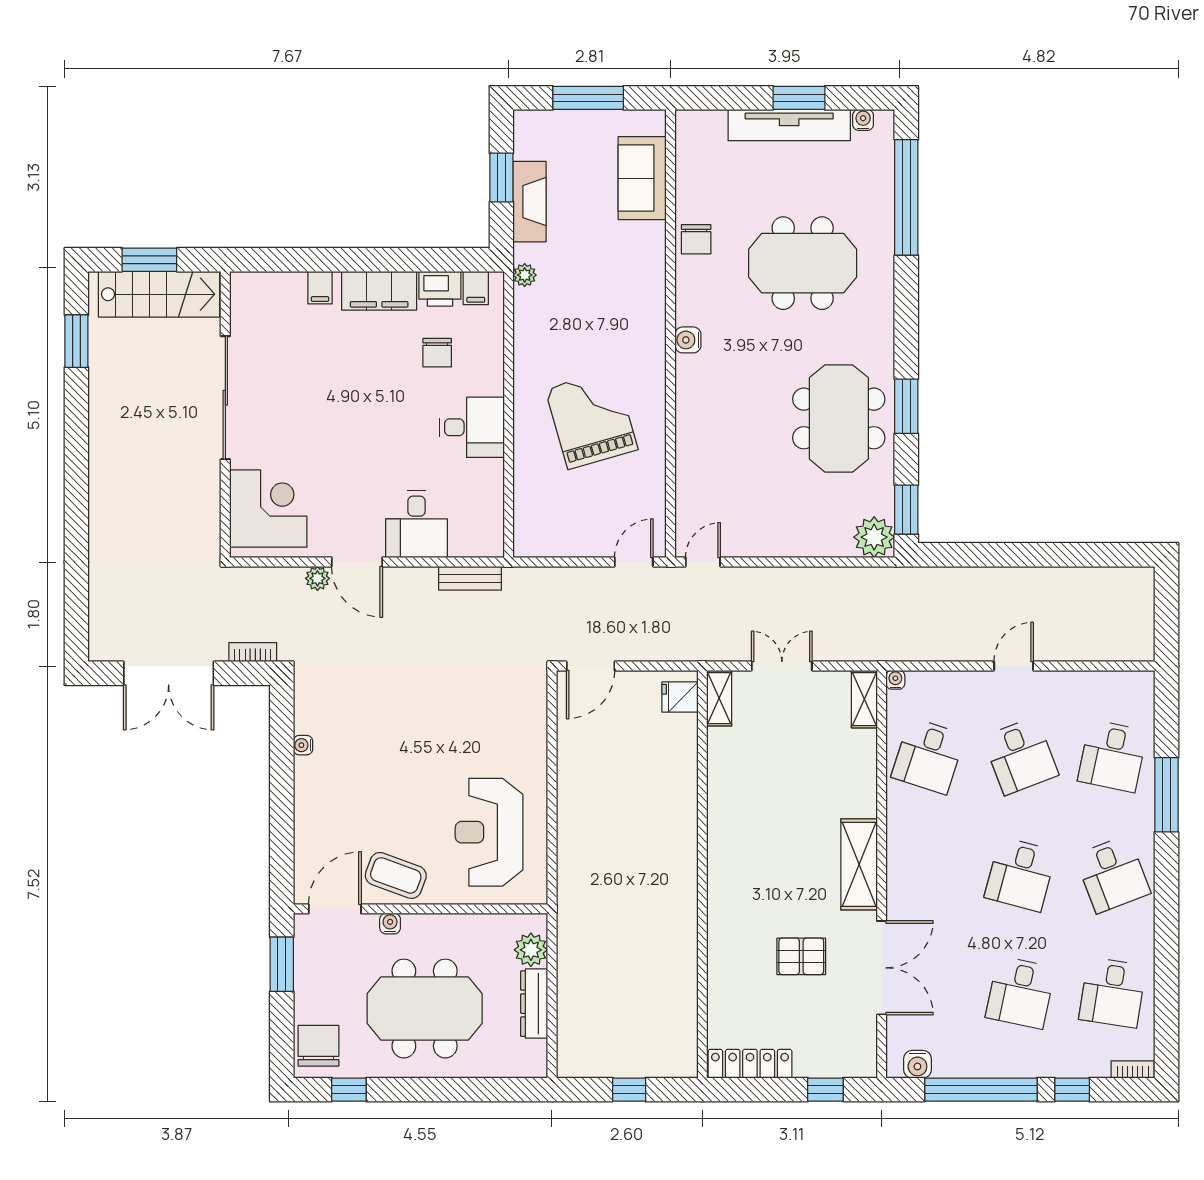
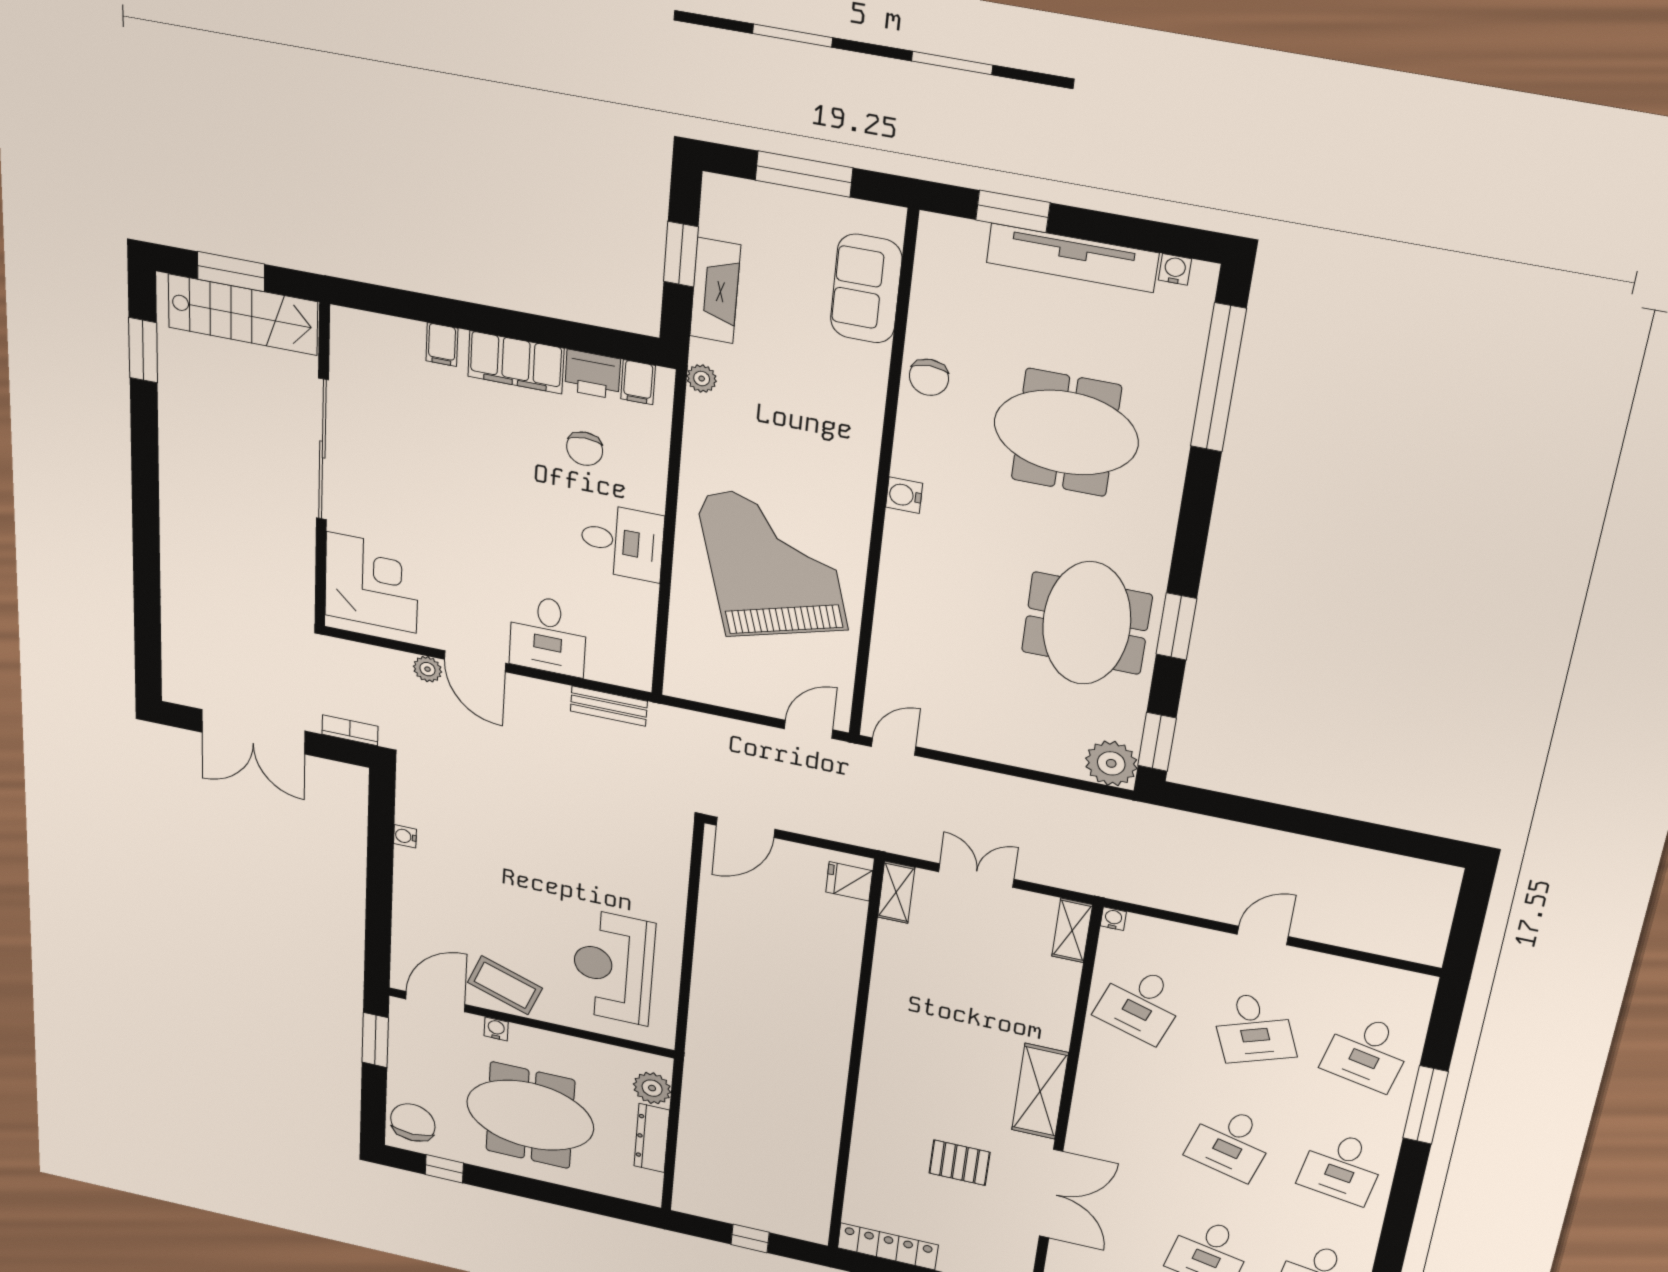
window: (799, 98) -> (1013, 211), moved
grand piano: (592, 419) -> (772, 562), width x1.37, depth x1.48
desk: (1113, 874) -> (1342, 1167), turned 30

